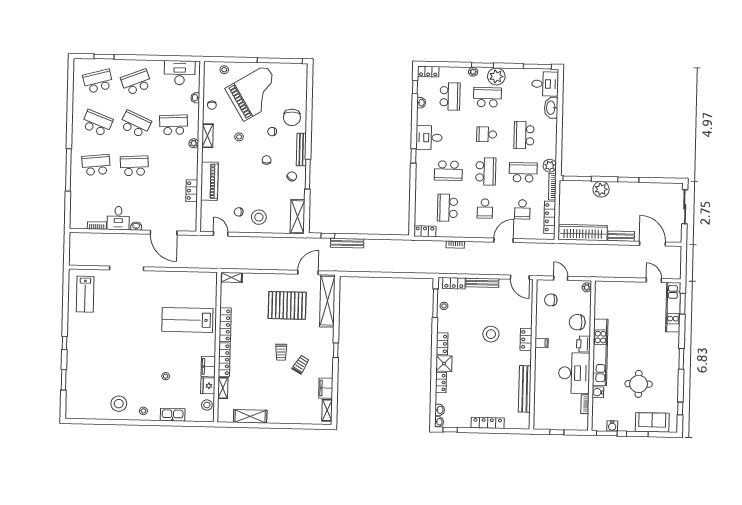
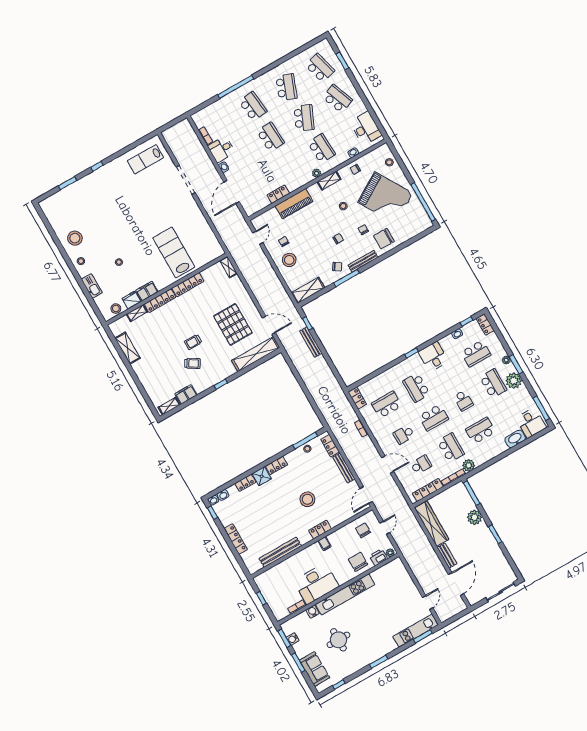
school desk: (487, 134) -> (463, 401), turned 180
school desk: (522, 209) -> (421, 465), turned 180
printer: (583, 344) -> (378, 557), moved

